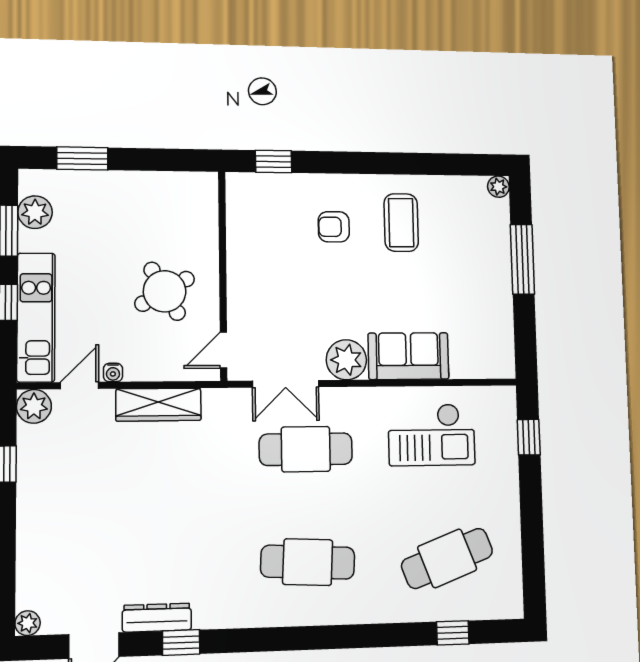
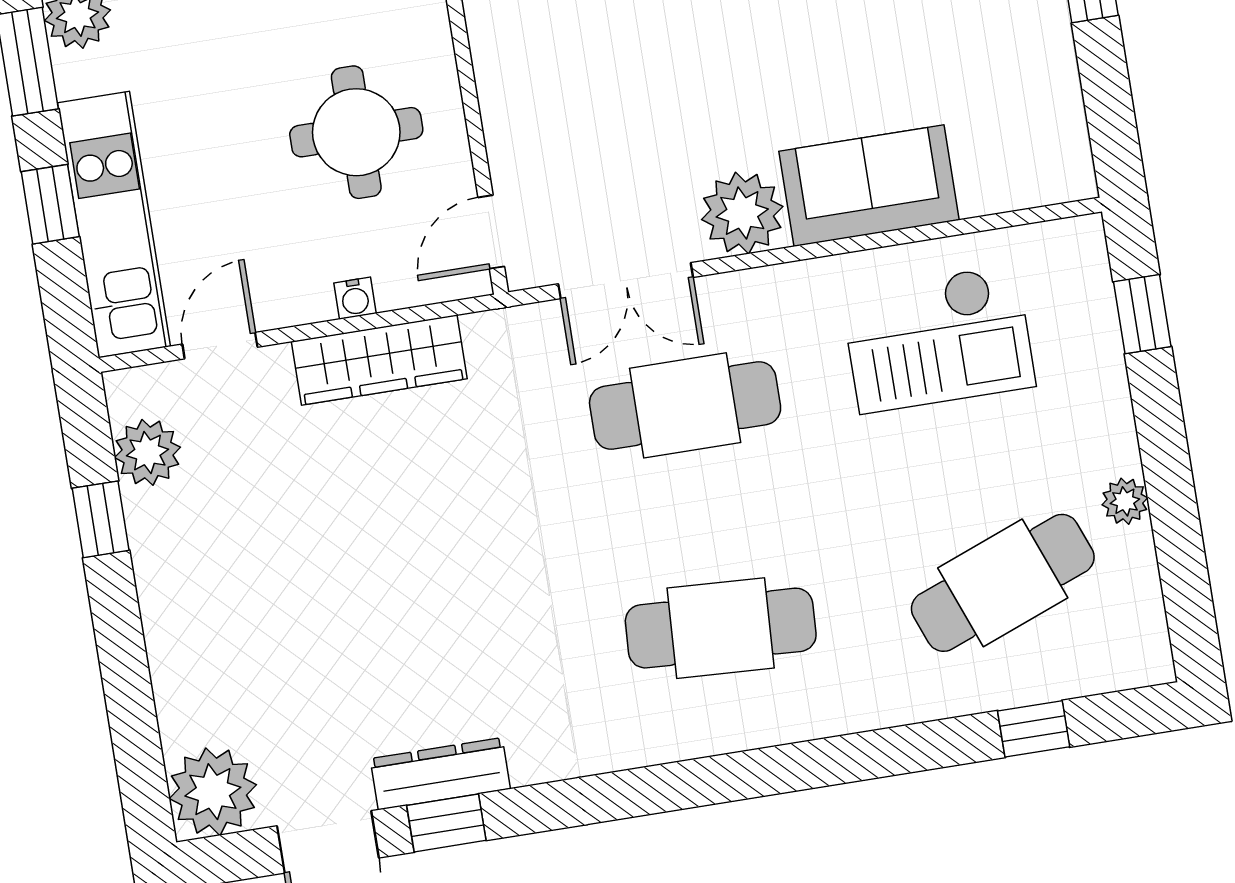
round table: (165, 291) -> (356, 132), turned 30
water cooler: (113, 372) -> (355, 298), moved
plant: (34, 406) -> (147, 452), moved
plant: (510, 526) -> (1125, 501), added
plant: (28, 623) -> (213, 792), width x1.88, depth x1.88
window: (181, 642) -> (446, 823), moved

